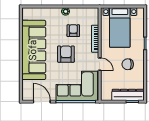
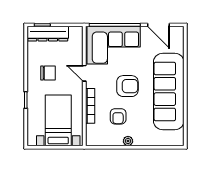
armchair: (66, 54) -> (127, 86), turned -90

